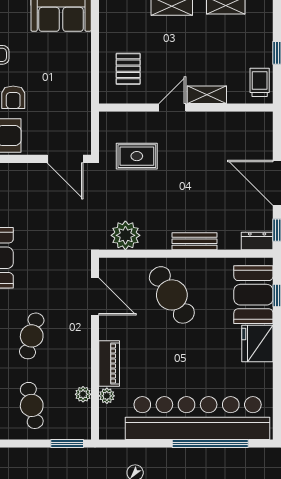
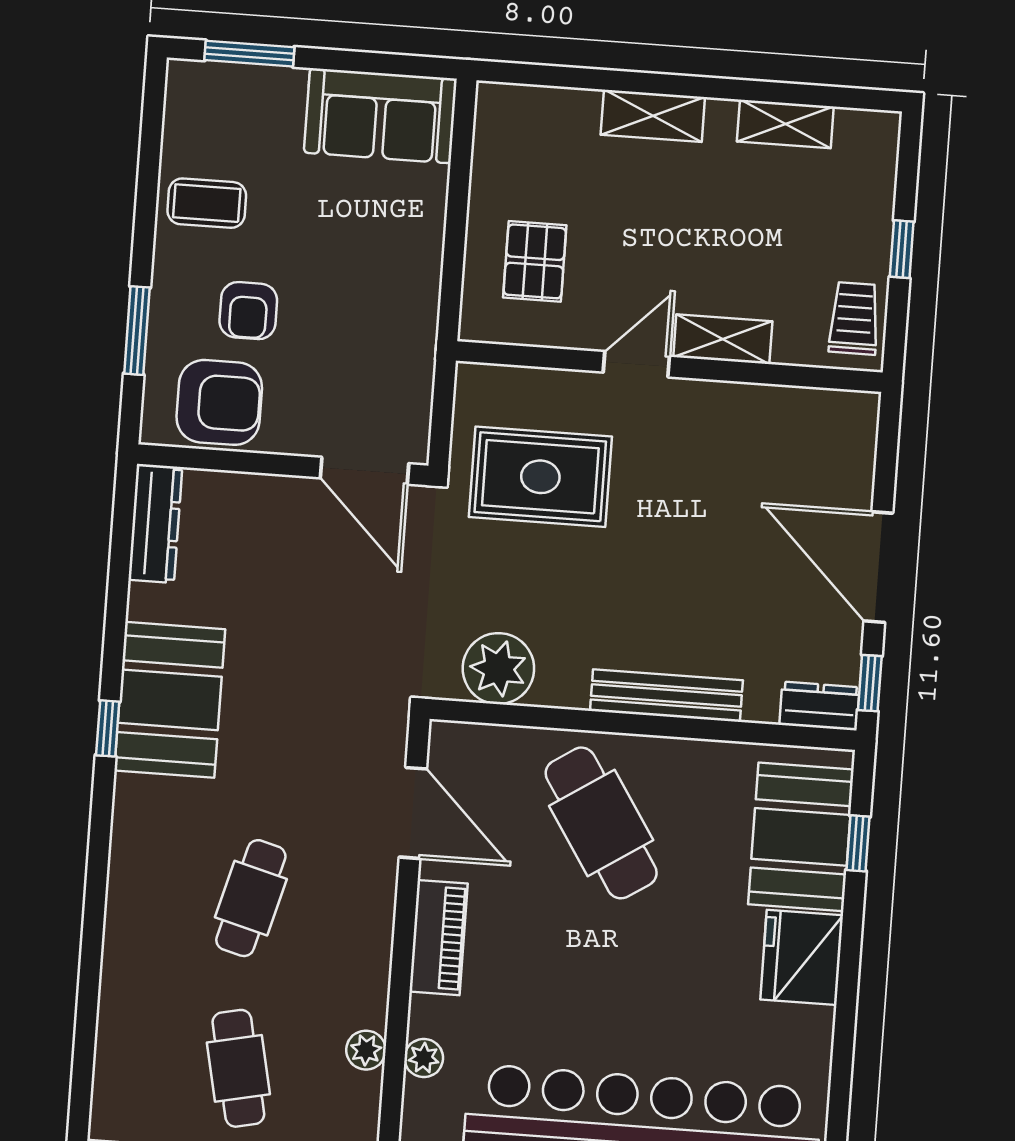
rug: (137, 156) -> (540, 477), width x1.36, depth x1.43
bench: (195, 241) -> (666, 696), width x1.36
piano: (109, 364) -> (438, 938), moved

